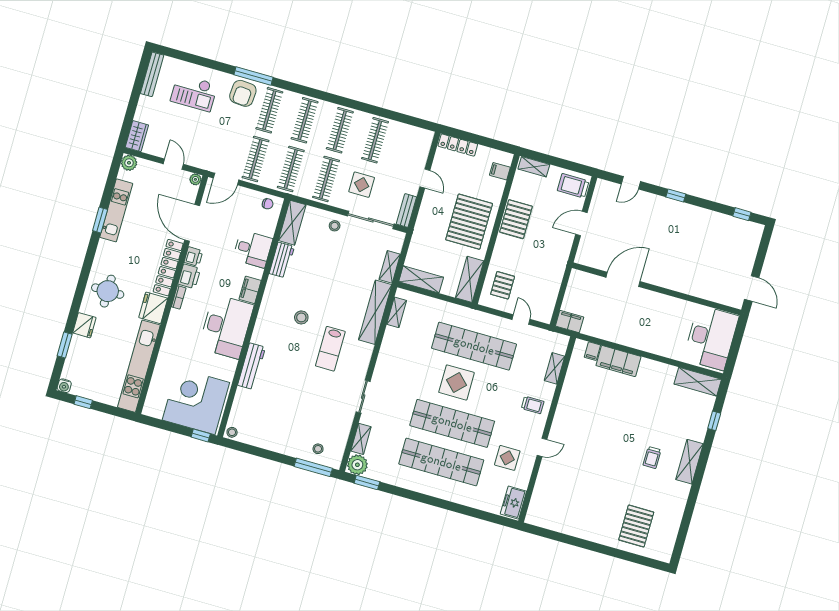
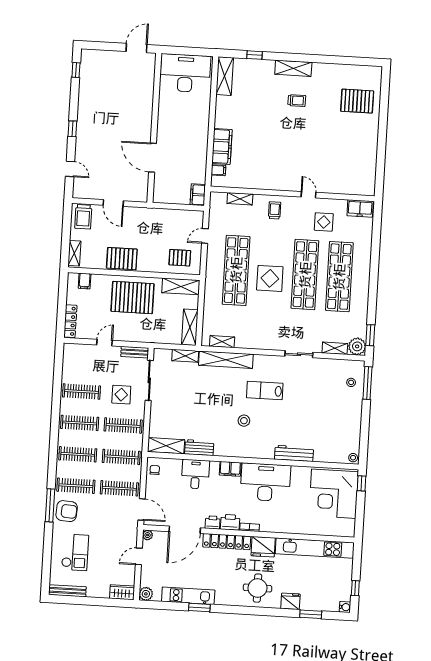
stool: (335, 226) -> (161, 410), removed
lab bench: (330, 349) -> (265, 391), turned 180

